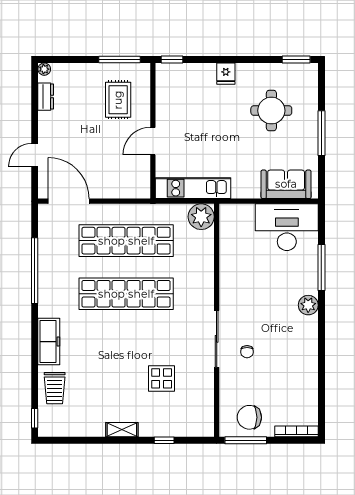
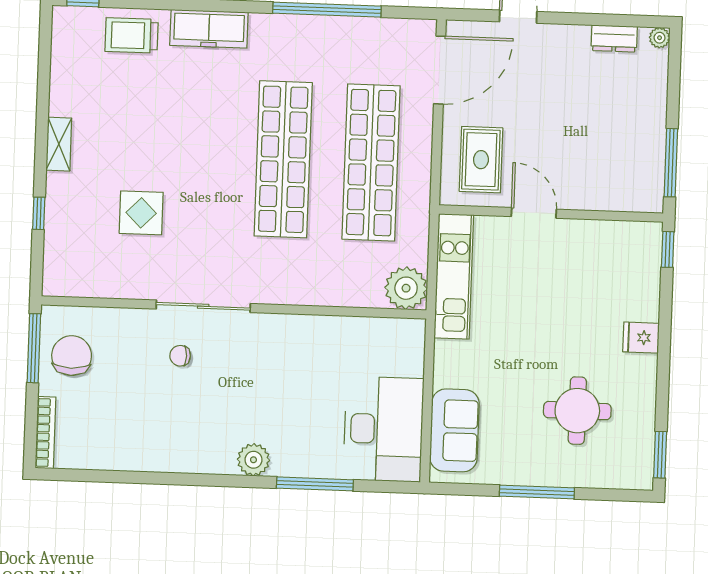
rug: (118, 100) -> (481, 160), moved, turned 90

